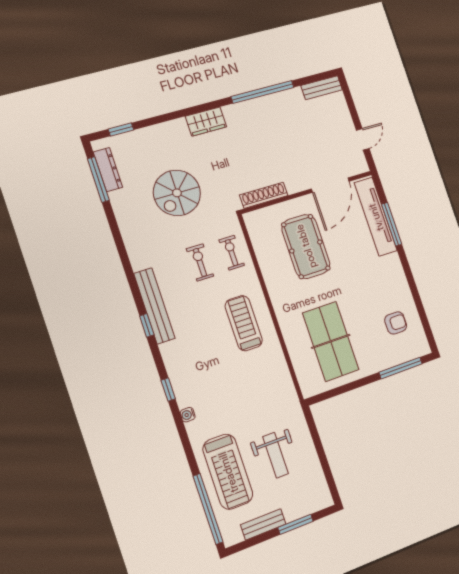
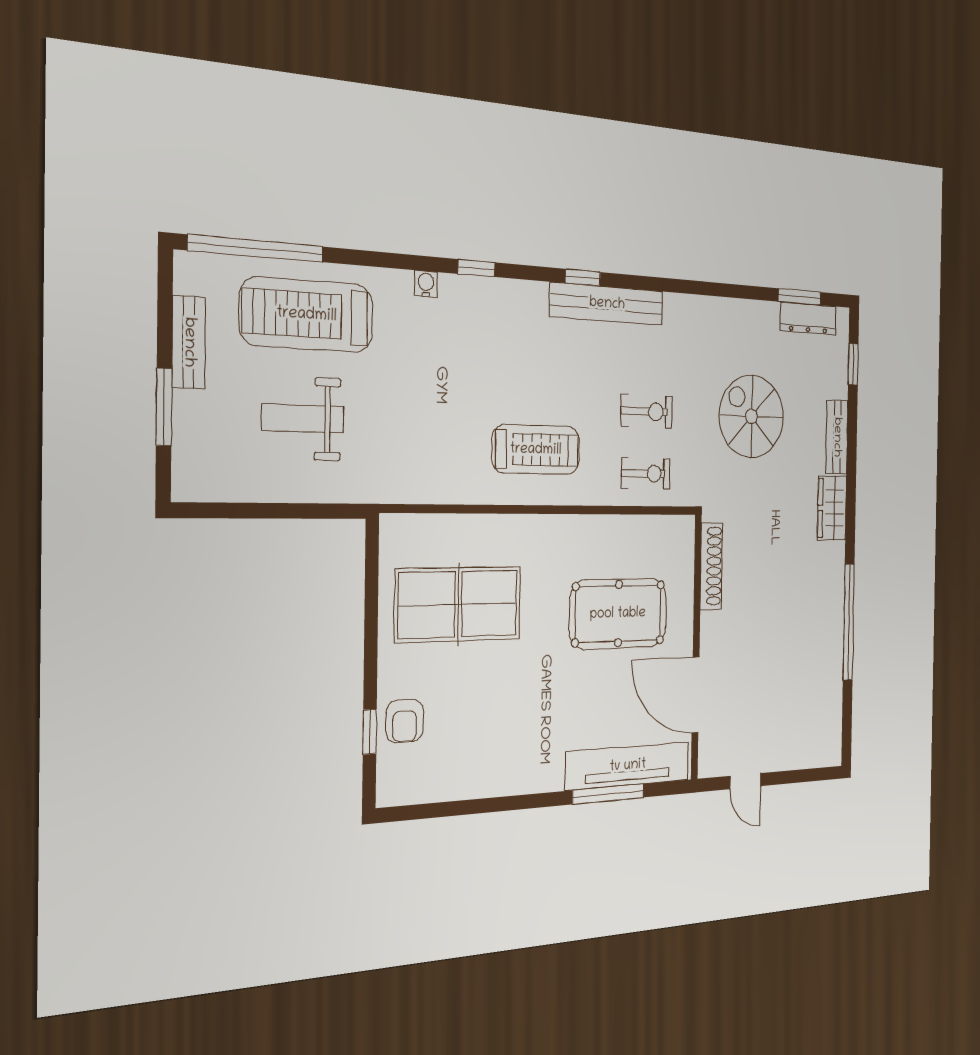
bench: (322, 88) -> (837, 437), moved
window: (98, 180) -> (800, 297), width x0.69
armchair: (396, 323) -> (405, 721), moved
window: (401, 368) -> (370, 732), width x0.46

